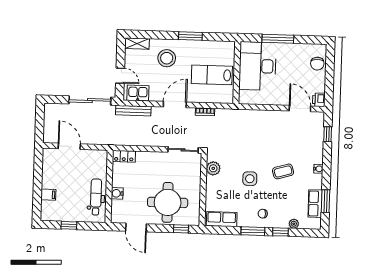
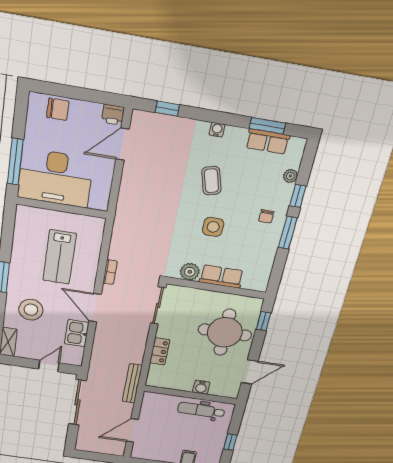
desk: (258, 66) -> (55, 178), moved
wall: (237, 73) -> (62, 208), moved
kitchen sink: (138, 93) -> (77, 333), moved
bench: (133, 111) -> (132, 383), moved
locker: (124, 156) -> (160, 351), moved
row of seats: (222, 219) -> (221, 277), moved, turned 90

